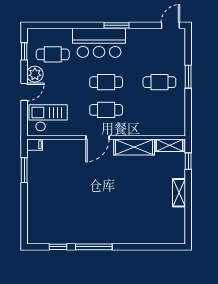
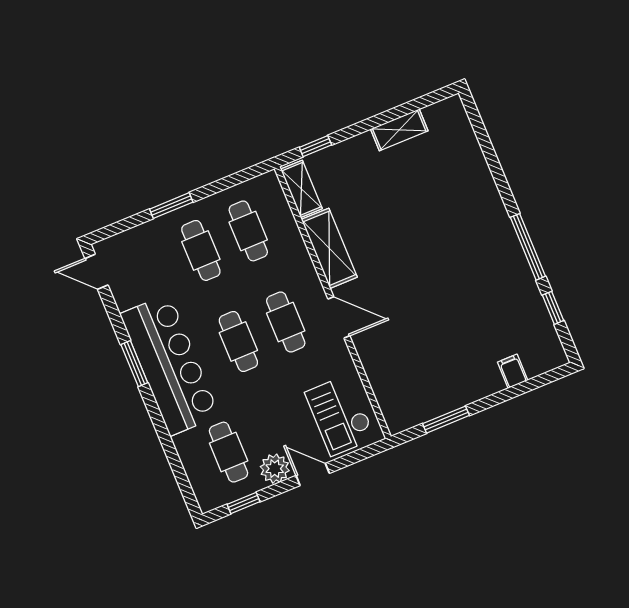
bar counter: (99, 43) -> (170, 365), width x1.36
cafe table: (159, 110) -> (248, 231), added
filing cabinet: (35, 145) -> (513, 371), moved
shelving: (179, 193) -> (399, 130), moved

